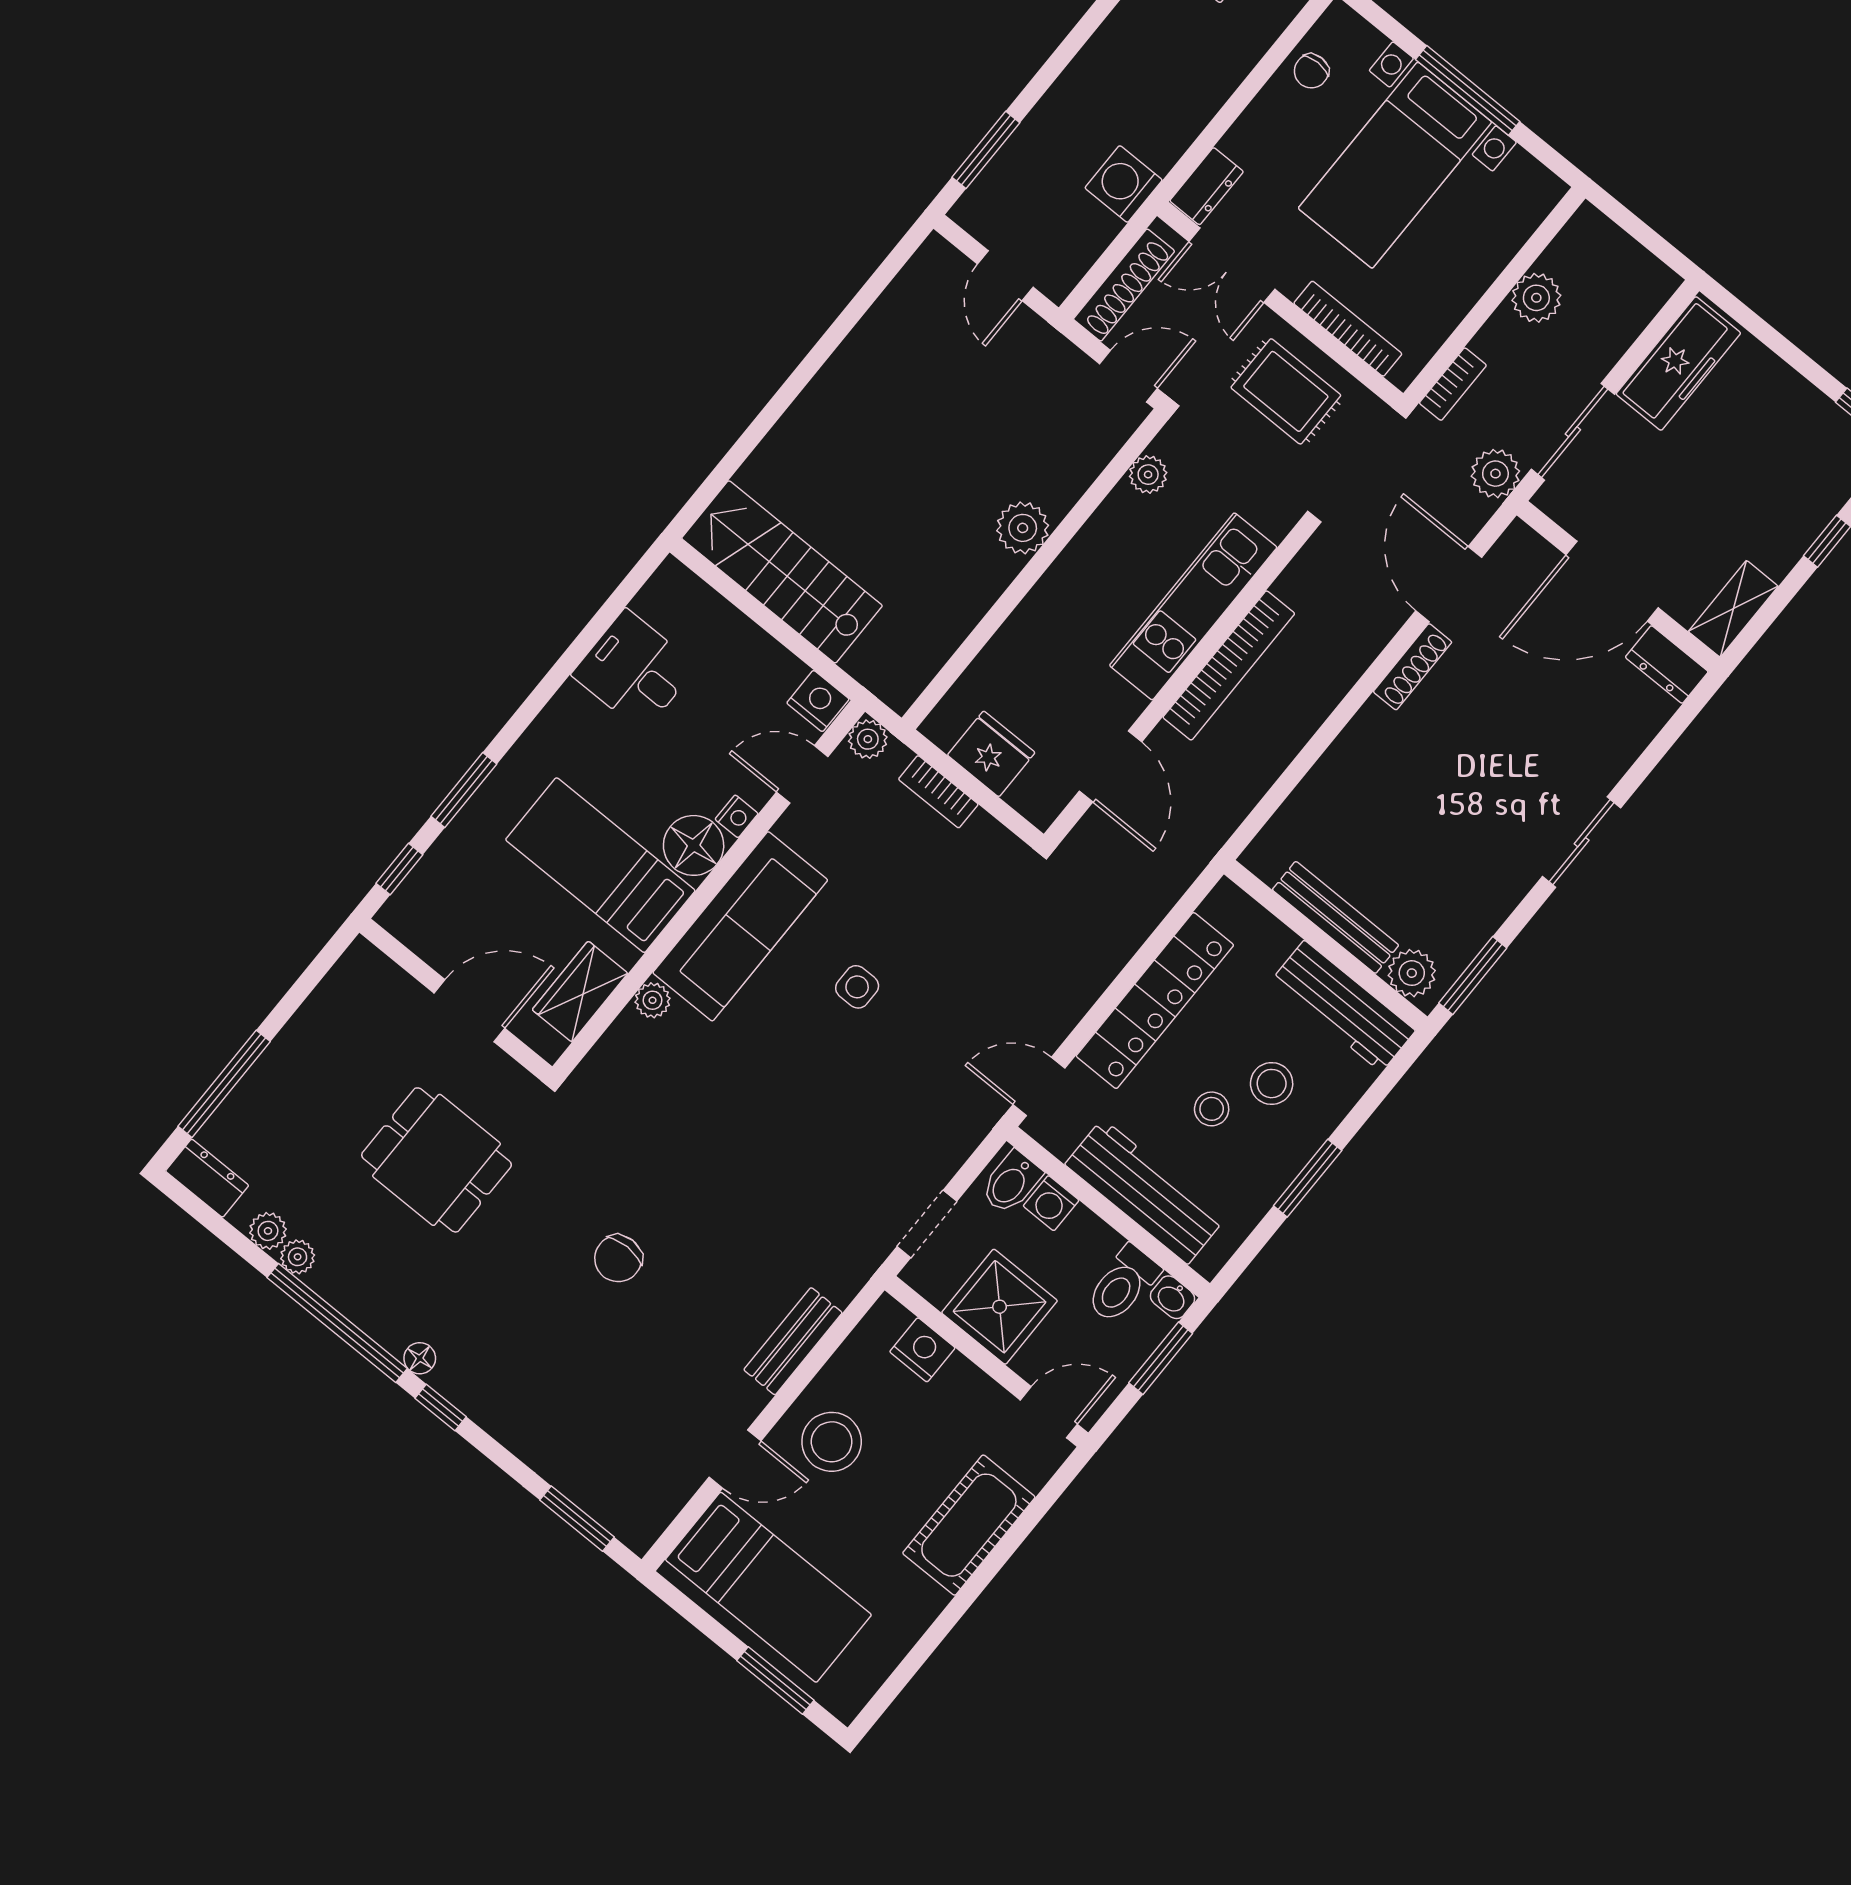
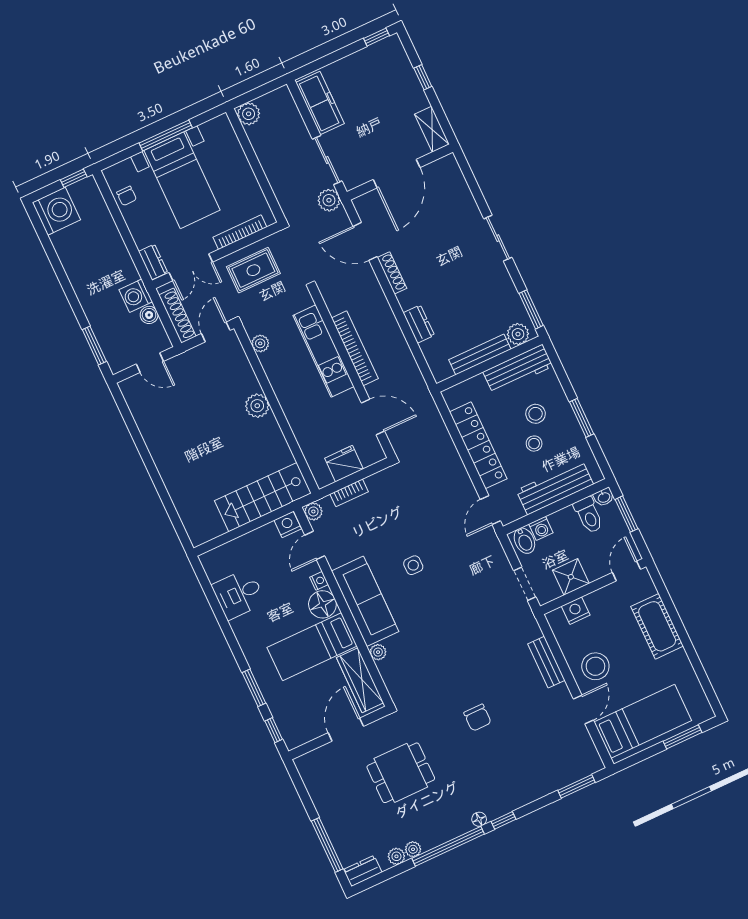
boiler: (1098, 229) -> (149, 315), added
plant: (1536, 298) -> (249, 114), moved
bookcase: (1453, 384) -> (284, 200), removed
stairs: (782, 572) -> (263, 497), moved
dresser: (1667, 664) -> (419, 324), moved, turned -90
wardrobe: (580, 991) -> (360, 680), width x1.50
shower: (1000, 1307) -> (571, 577), width x0.73, depth x0.73

